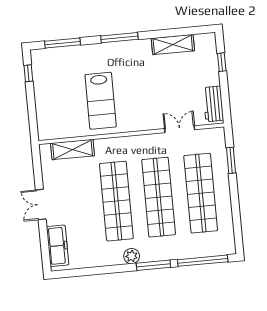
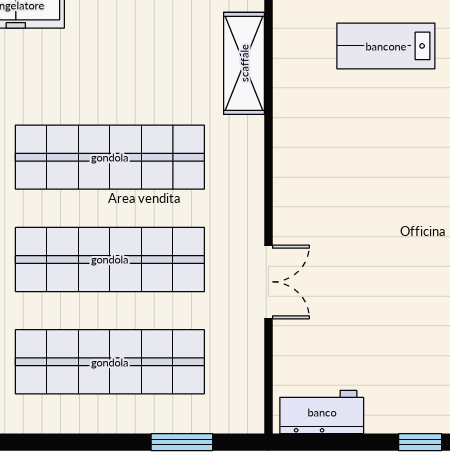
lab bench: (101, 101) -> (386, 46), moved, width x0.73, depth x0.72
double door: (180, 129) -> (268, 282), moved

